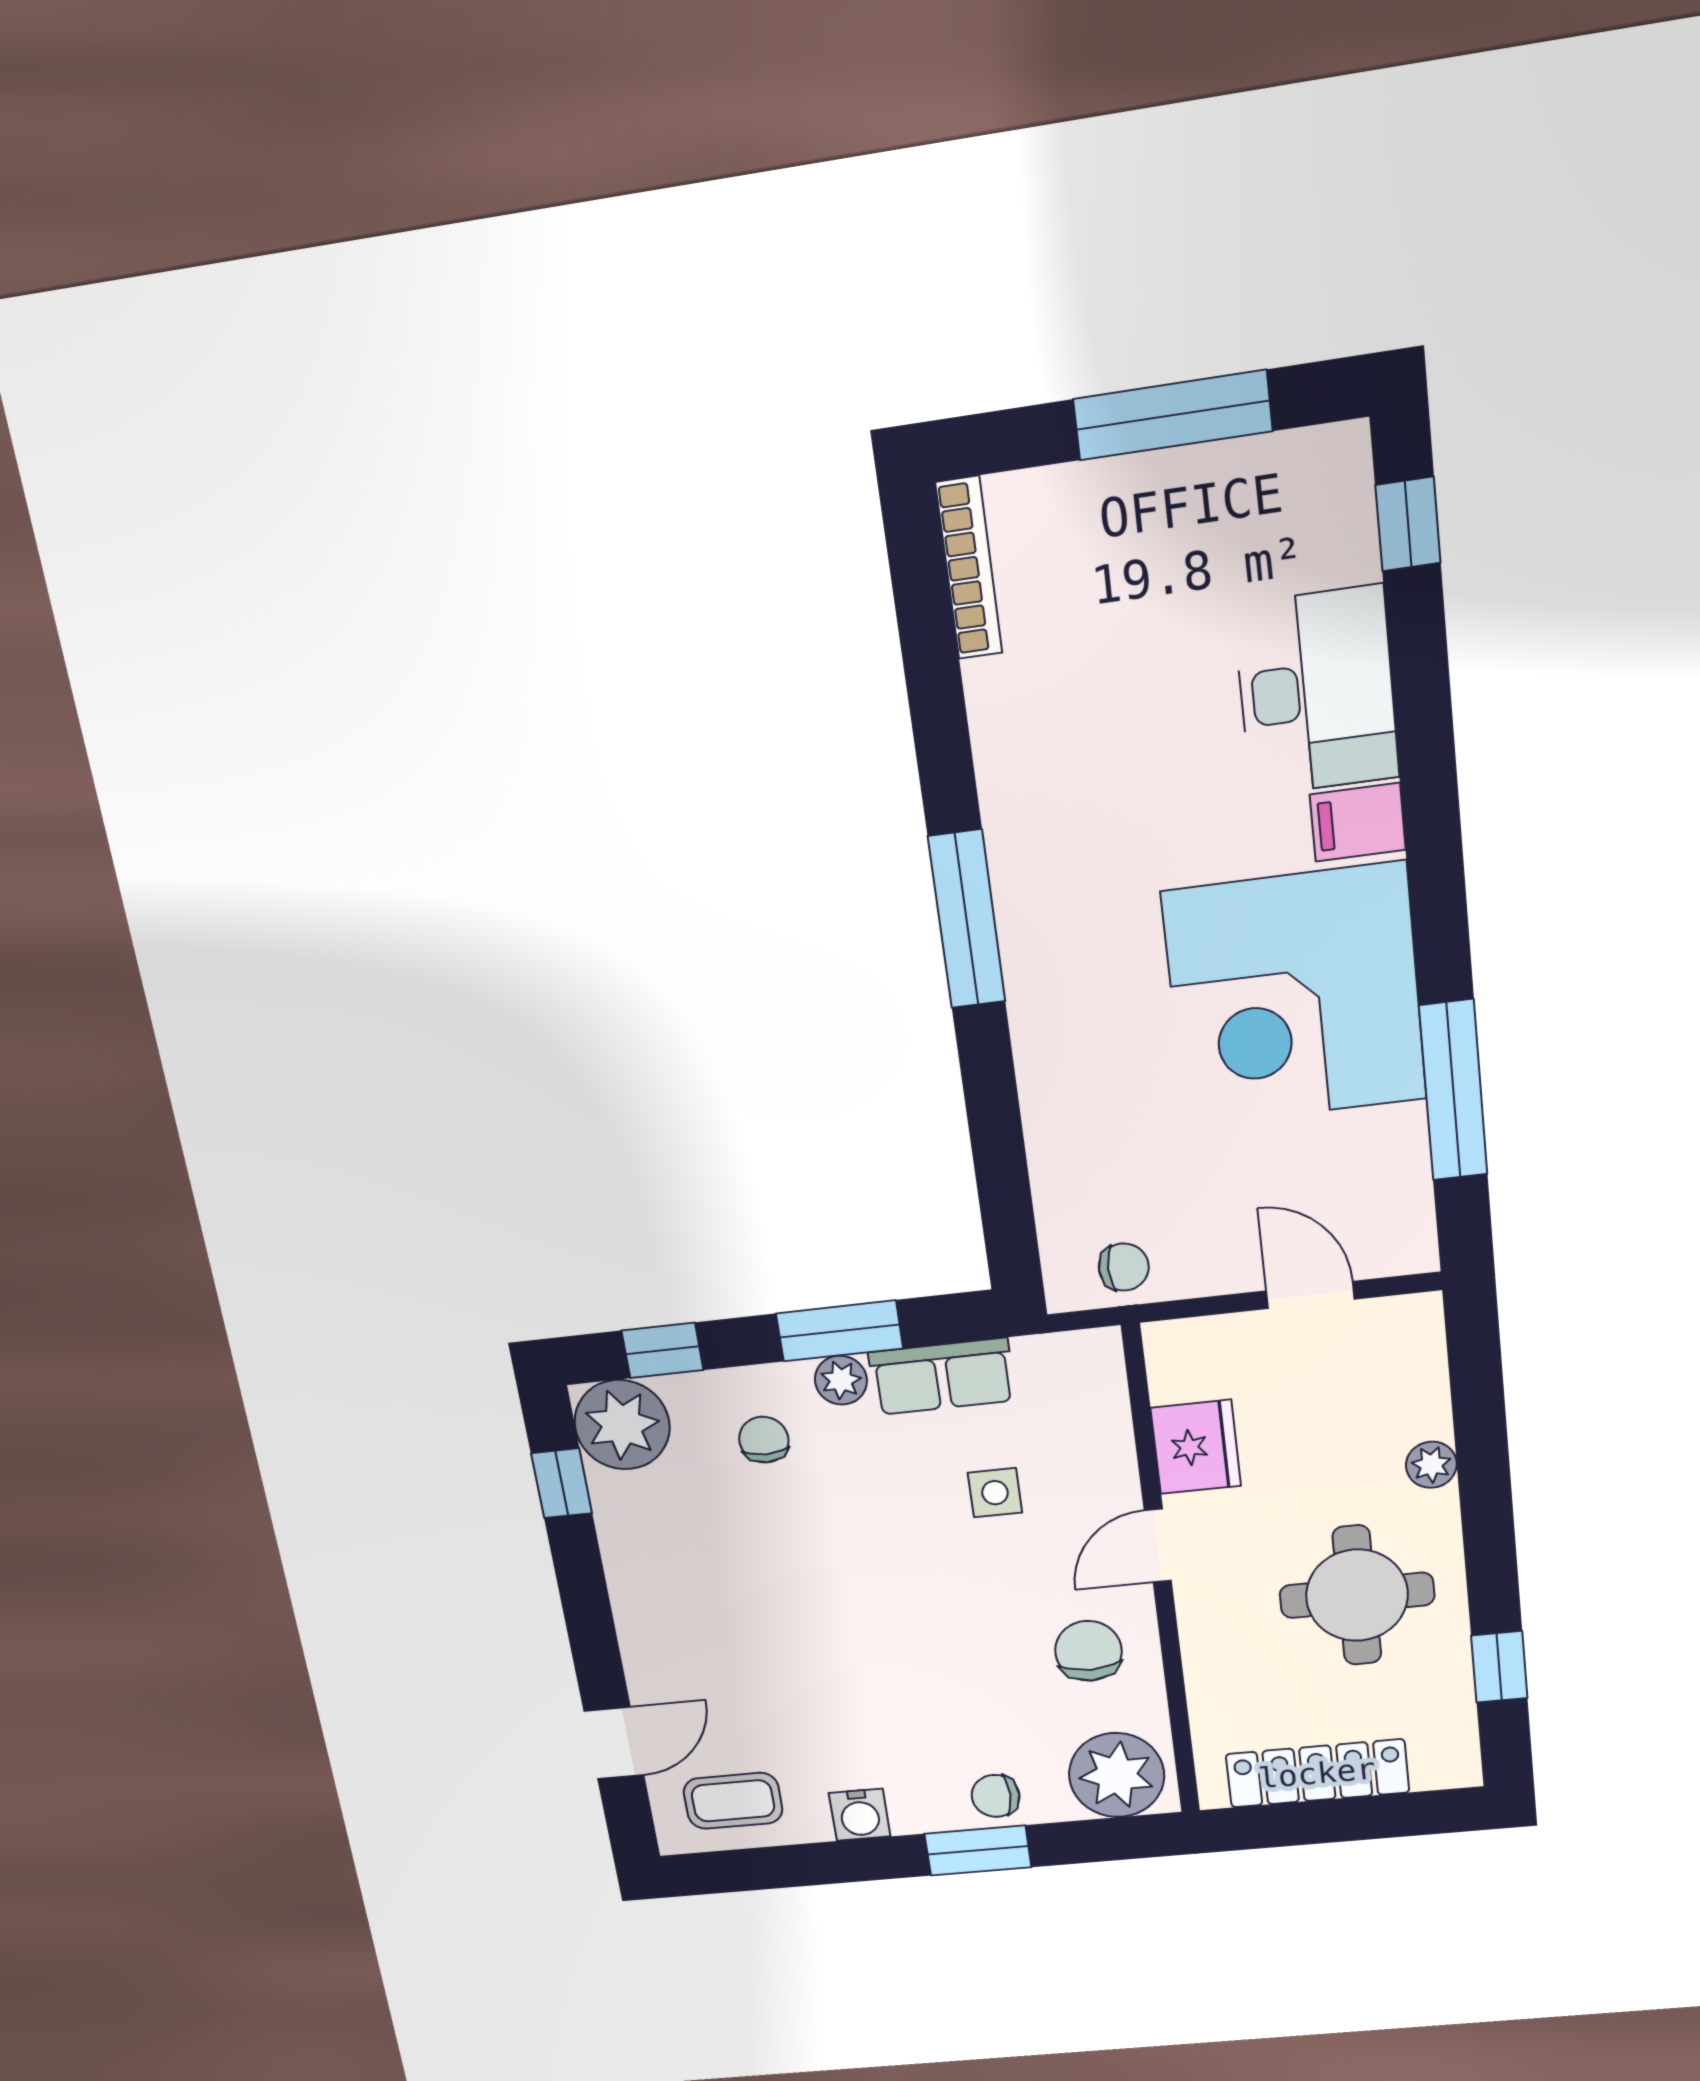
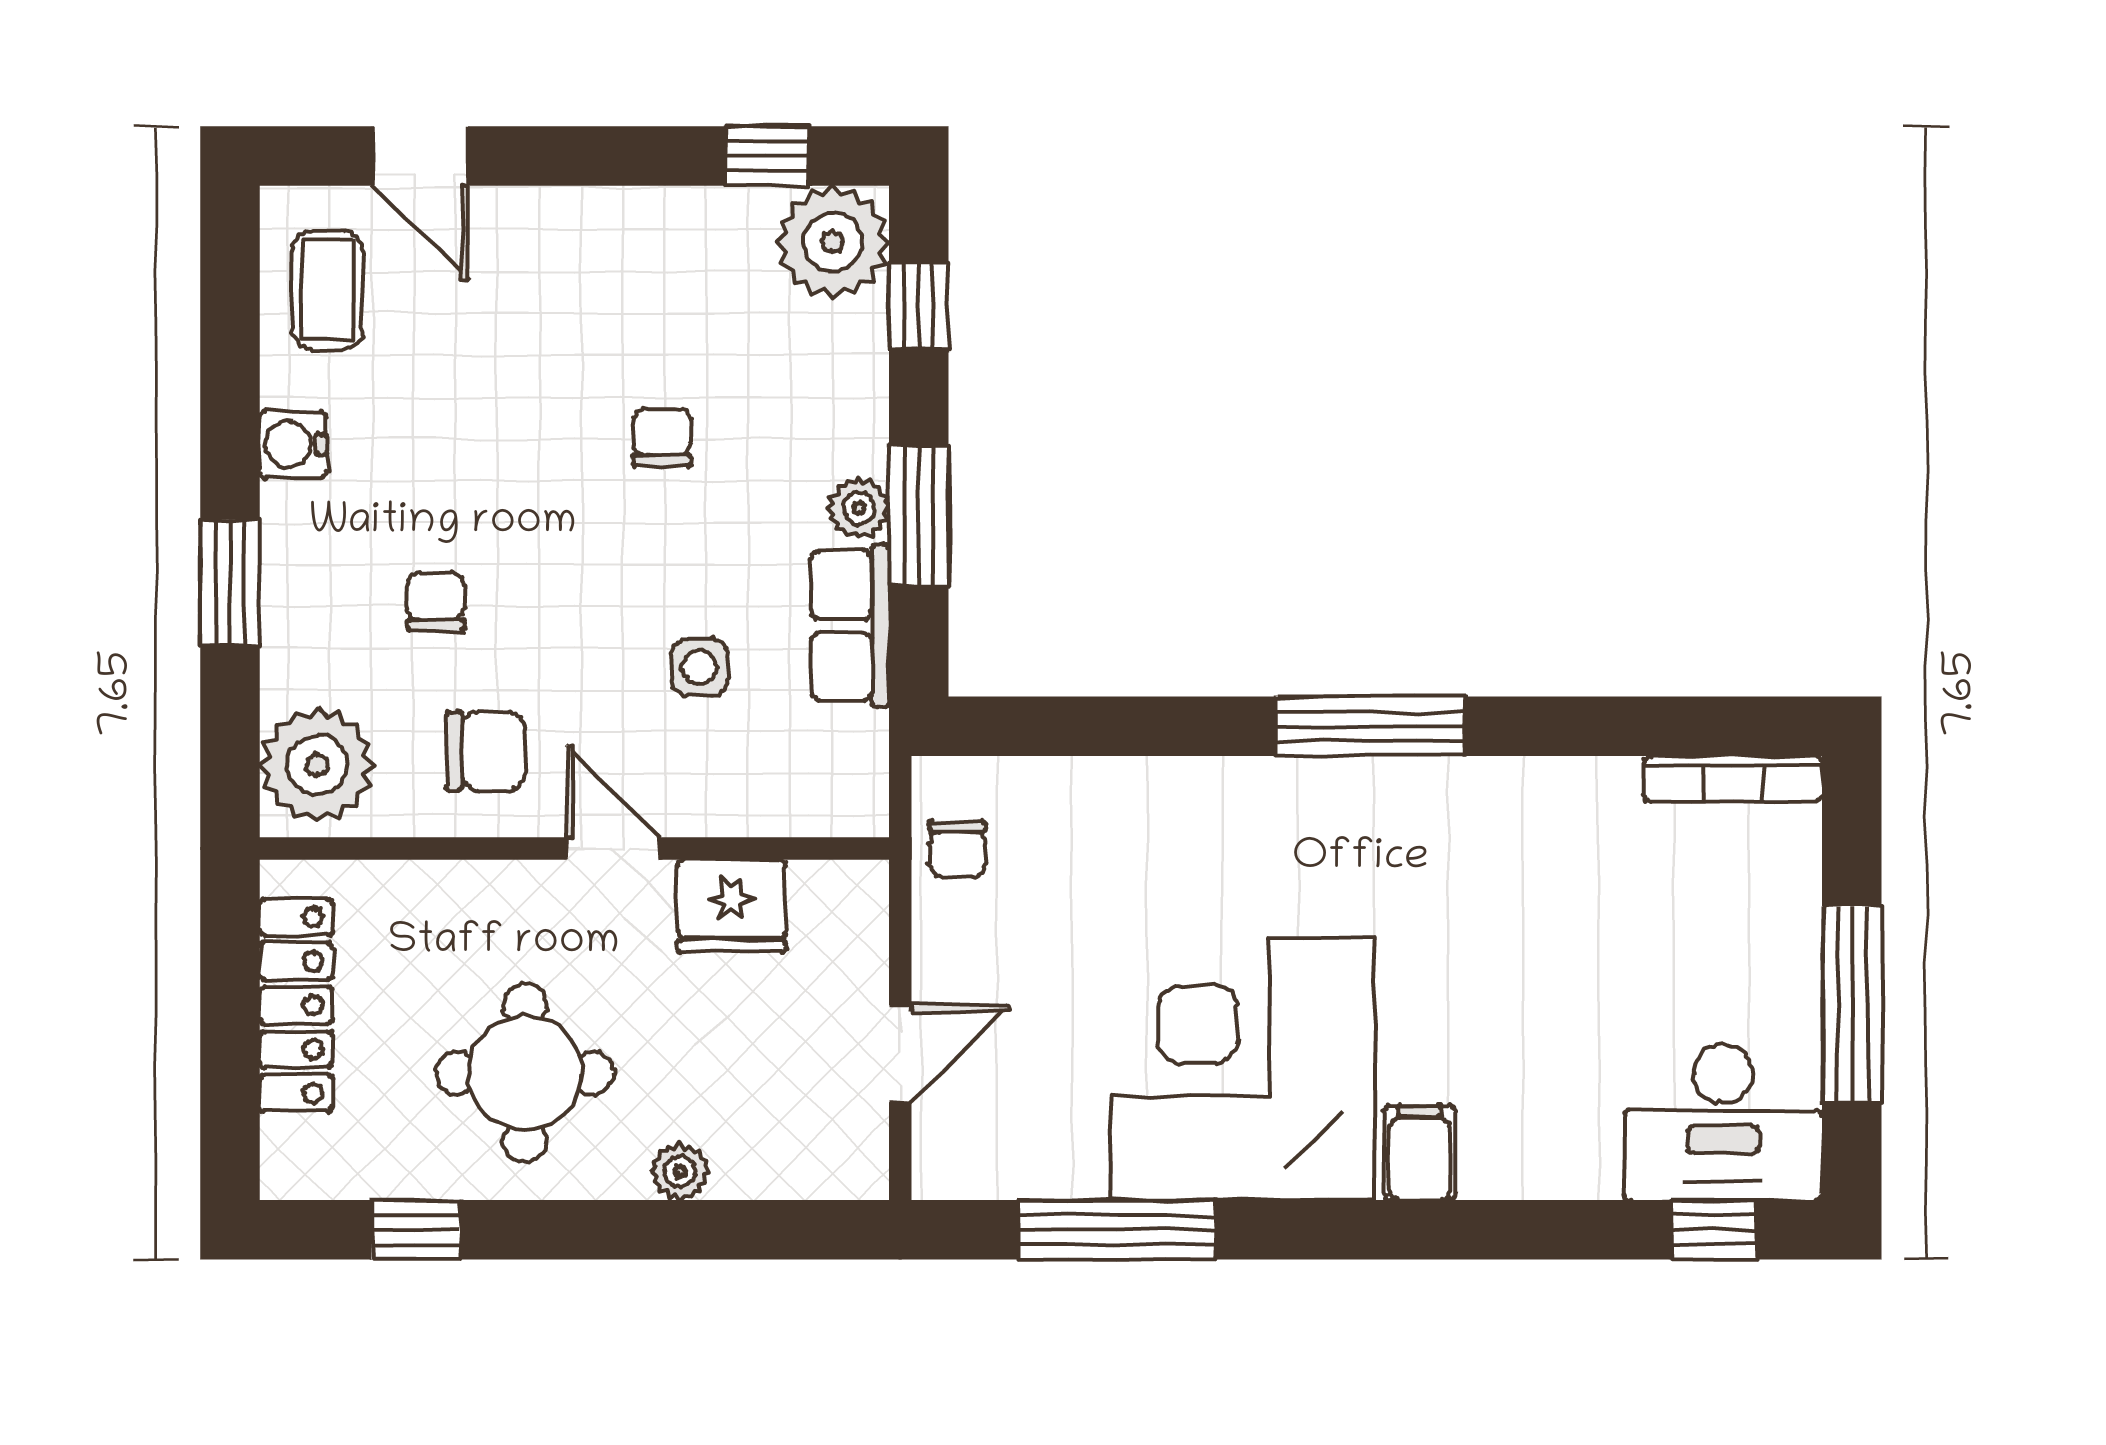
desk: (1316, 691) -> (1723, 1122), moved
chair: (764, 1440) -> (662, 438), moved, turned -89
chair: (996, 1796) -> (436, 602), moved

